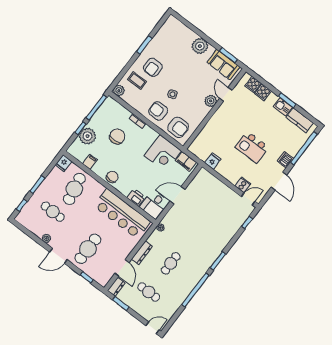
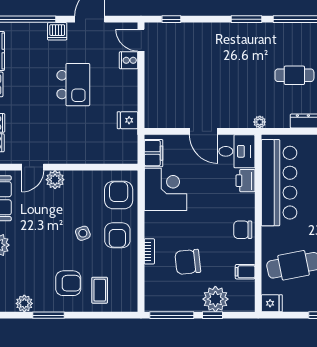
plant: (119, 91) -> (24, 303), moved

